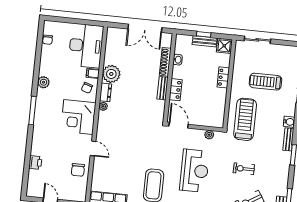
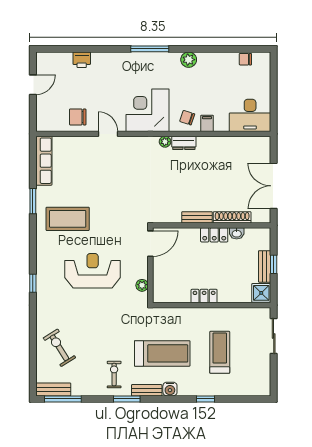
desk: (86, 46) -> (250, 115), width x0.73, depth x0.77
plant: (111, 74) -> (209, 148), removed
locker: (223, 77) -> (204, 296), moved
locker: (176, 90) -> (214, 235), moved
treadmill: (245, 119) -> (162, 353), moved
door: (93, 148) -> (108, 134), swing flipped
exercise bike: (244, 169) -> (114, 375), moved
reception desk: (194, 171) -> (93, 271), turned 180

